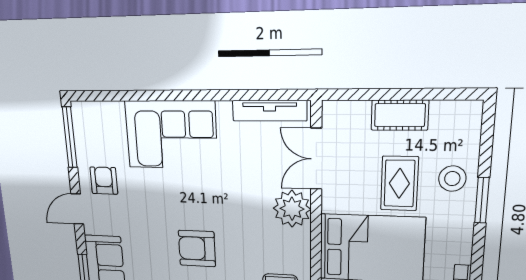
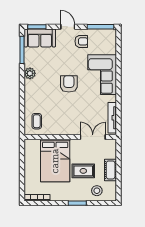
stool: (452, 179) -> (97, 191), moved
plant: (292, 209) -> (71, 127), removed
armchair: (197, 249) -> (69, 84), moved

